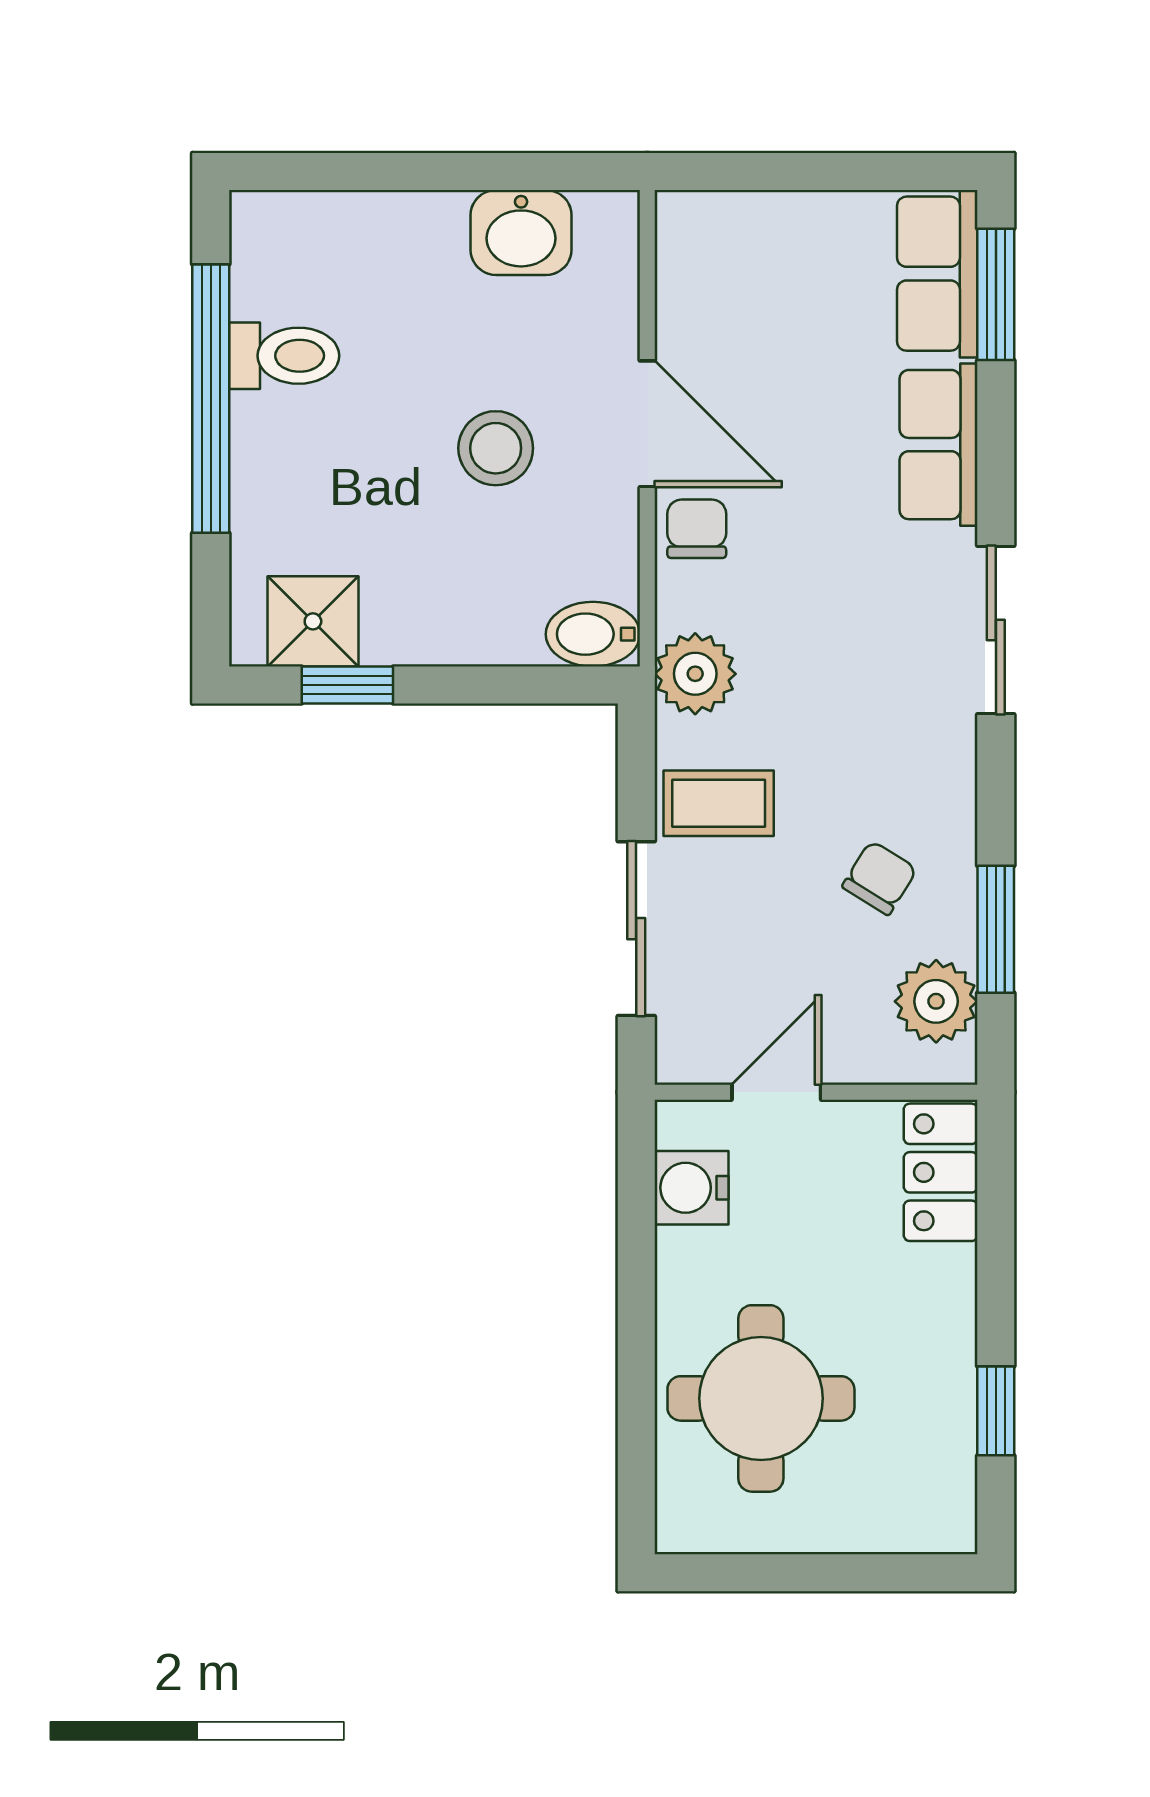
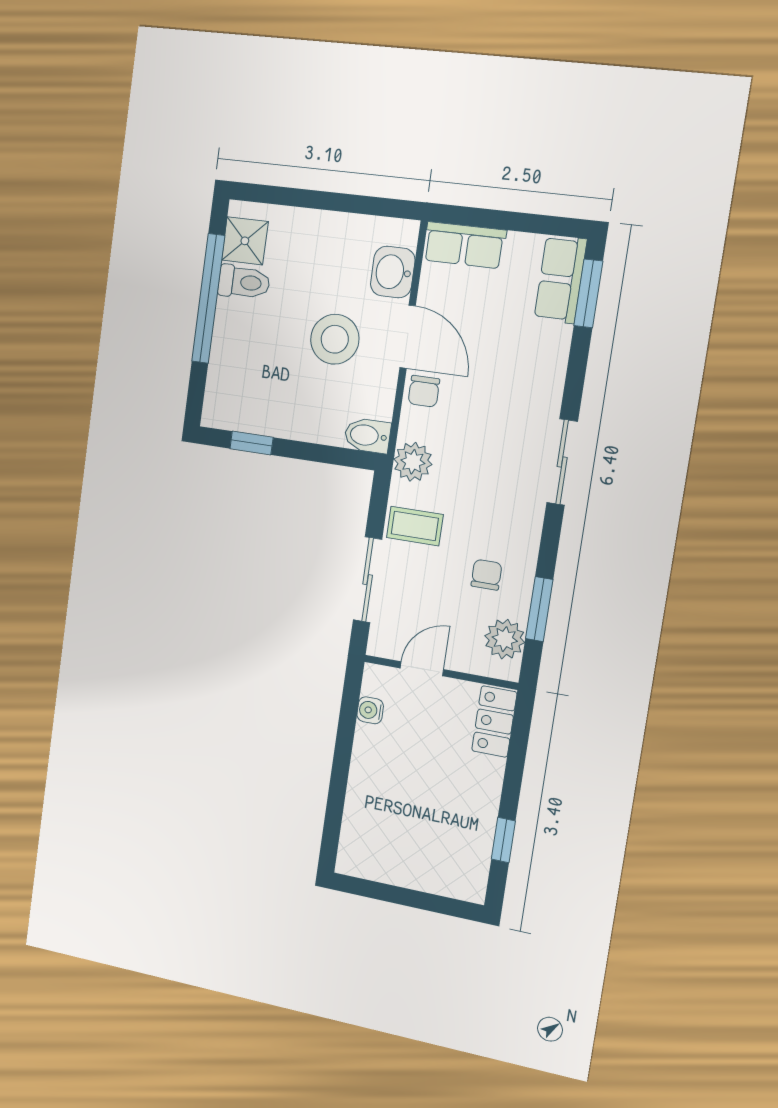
washbasin: (521, 232) -> (393, 272), moved, turned 90
row of seats: (939, 445) -> (464, 245), moved, turned -90
stool: (496, 448) -> (335, 339), width x1.38, depth x1.38
chair: (697, 529) -> (424, 391), turned 180
shower: (313, 621) -> (245, 241), moved
chair: (880, 878) -> (486, 575), turned -32
water cooler: (691, 1188) -> (370, 710), width x0.72, depth x0.72
round table: (761, 1398) -> (393, 811), removed

